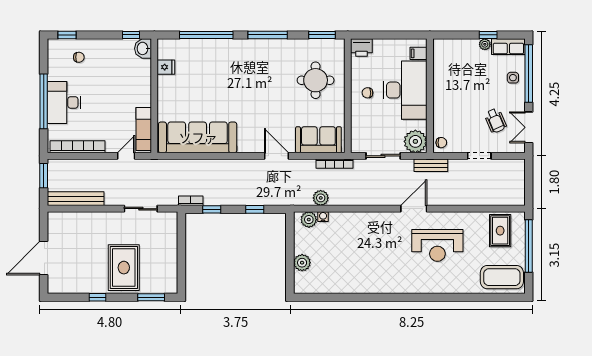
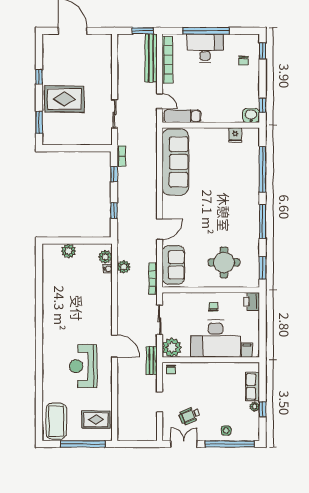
row of seats: (508, 47) -> (253, 386), moved
bench: (76, 199) -> (151, 58), moved

